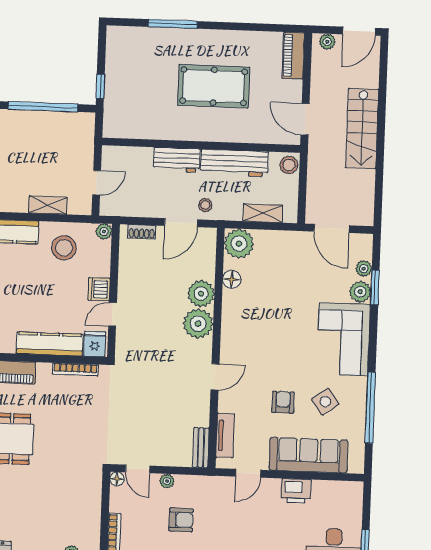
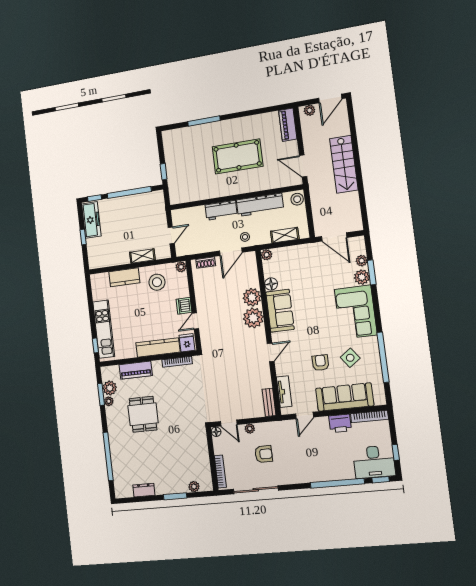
plant: (239, 244) -> (267, 255), width x0.53, depth x0.53
sofa: (238, 320) -> (280, 311), added
bookcase: (338, 487) -> (369, 417), added

